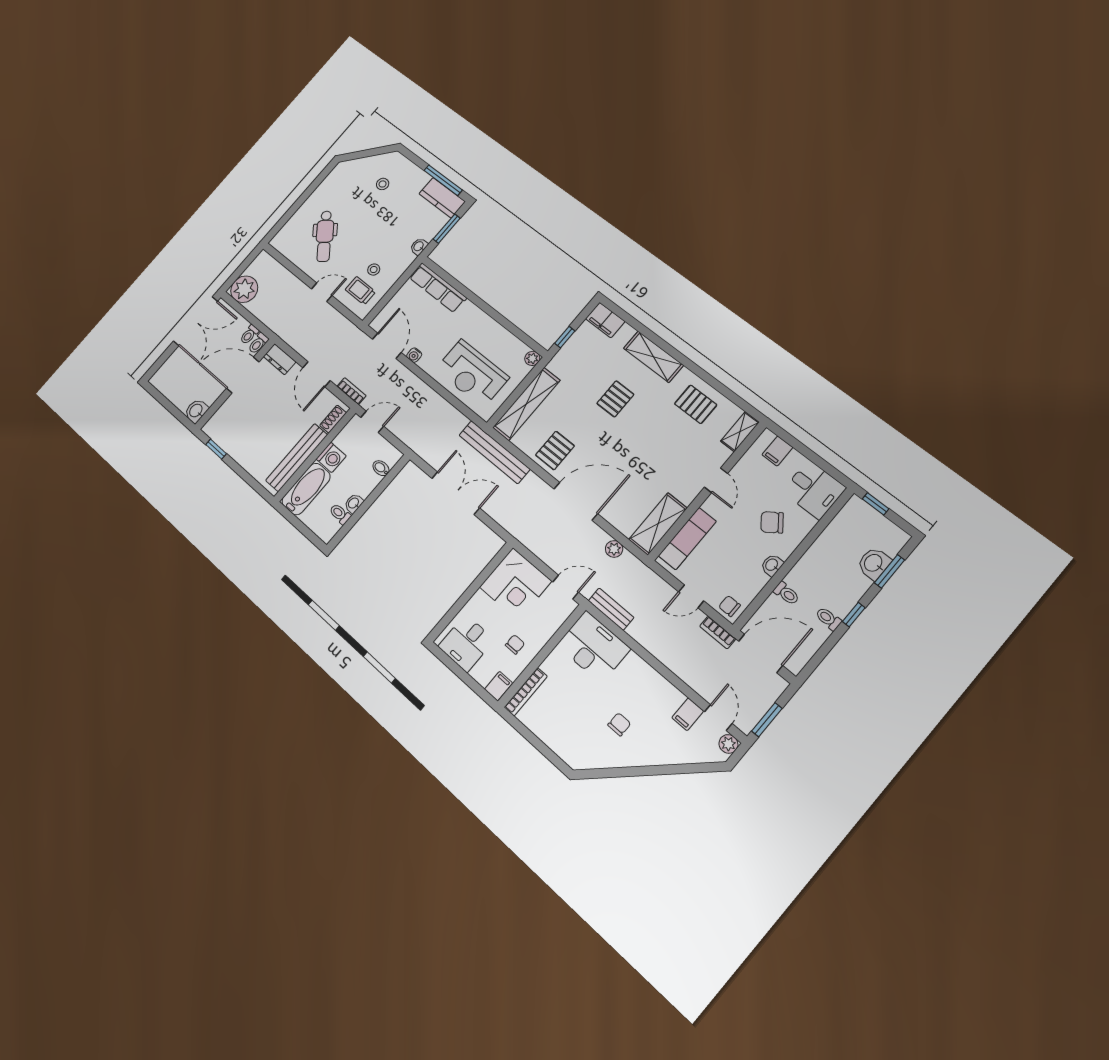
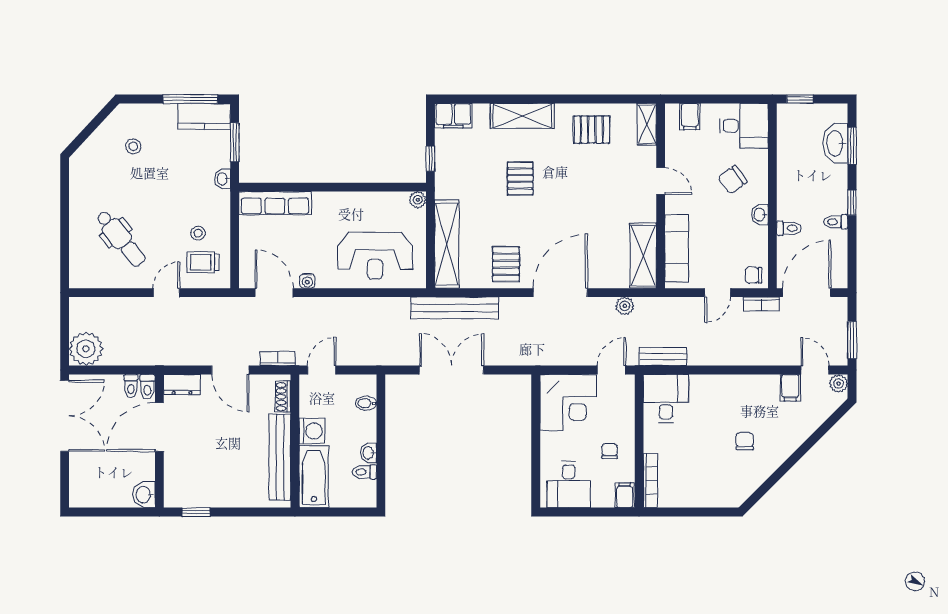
washbasin: (874, 563) -> (835, 143), width x1.38
desk: (593, 647) -> (666, 399), width x0.73

